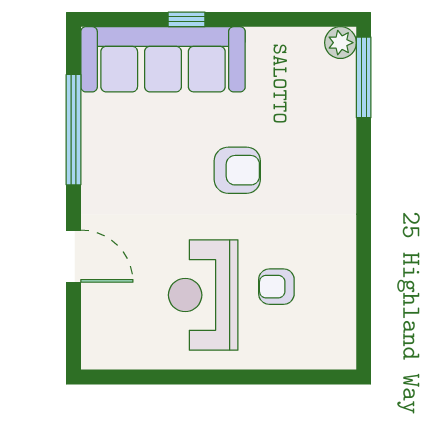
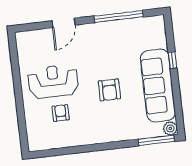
sofa: (163, 59) -> (158, 86), moved

